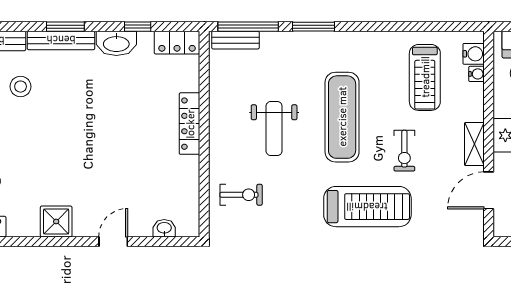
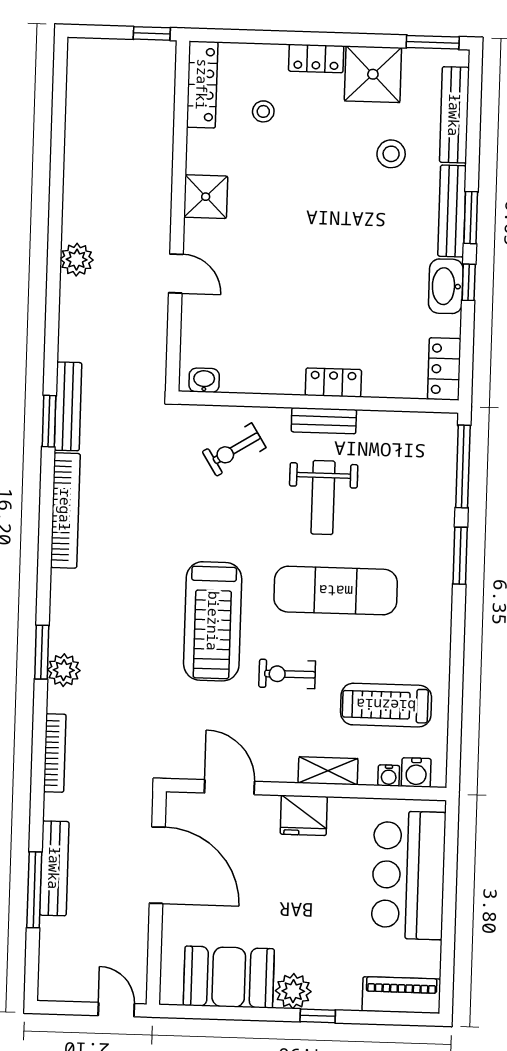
window: (138, 27) -> (469, 282), moved
bench: (235, 40) -> (324, 421), moved, turned 90
locker: (190, 124) -> (333, 382), width x0.66
weight bench: (274, 129) -> (323, 497), turned -90
shelving: (474, 144) -> (328, 771), moved
exercise bike: (241, 195) -> (234, 450), turned 58
washbasin: (164, 228) -> (204, 380), moved, turned -90

